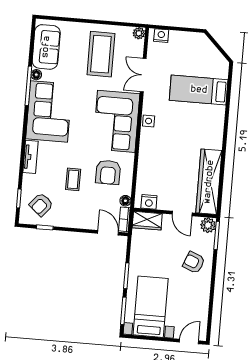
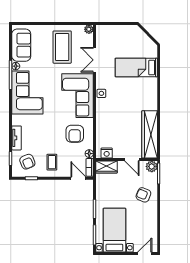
nightstand: (161, 36) -> (105, 30), removed
tv unit: (30, 157) -> (17, 138), moved
coffee table: (73, 179) -> (52, 162), moved
armchair: (41, 205) -> (27, 162), turned -62

